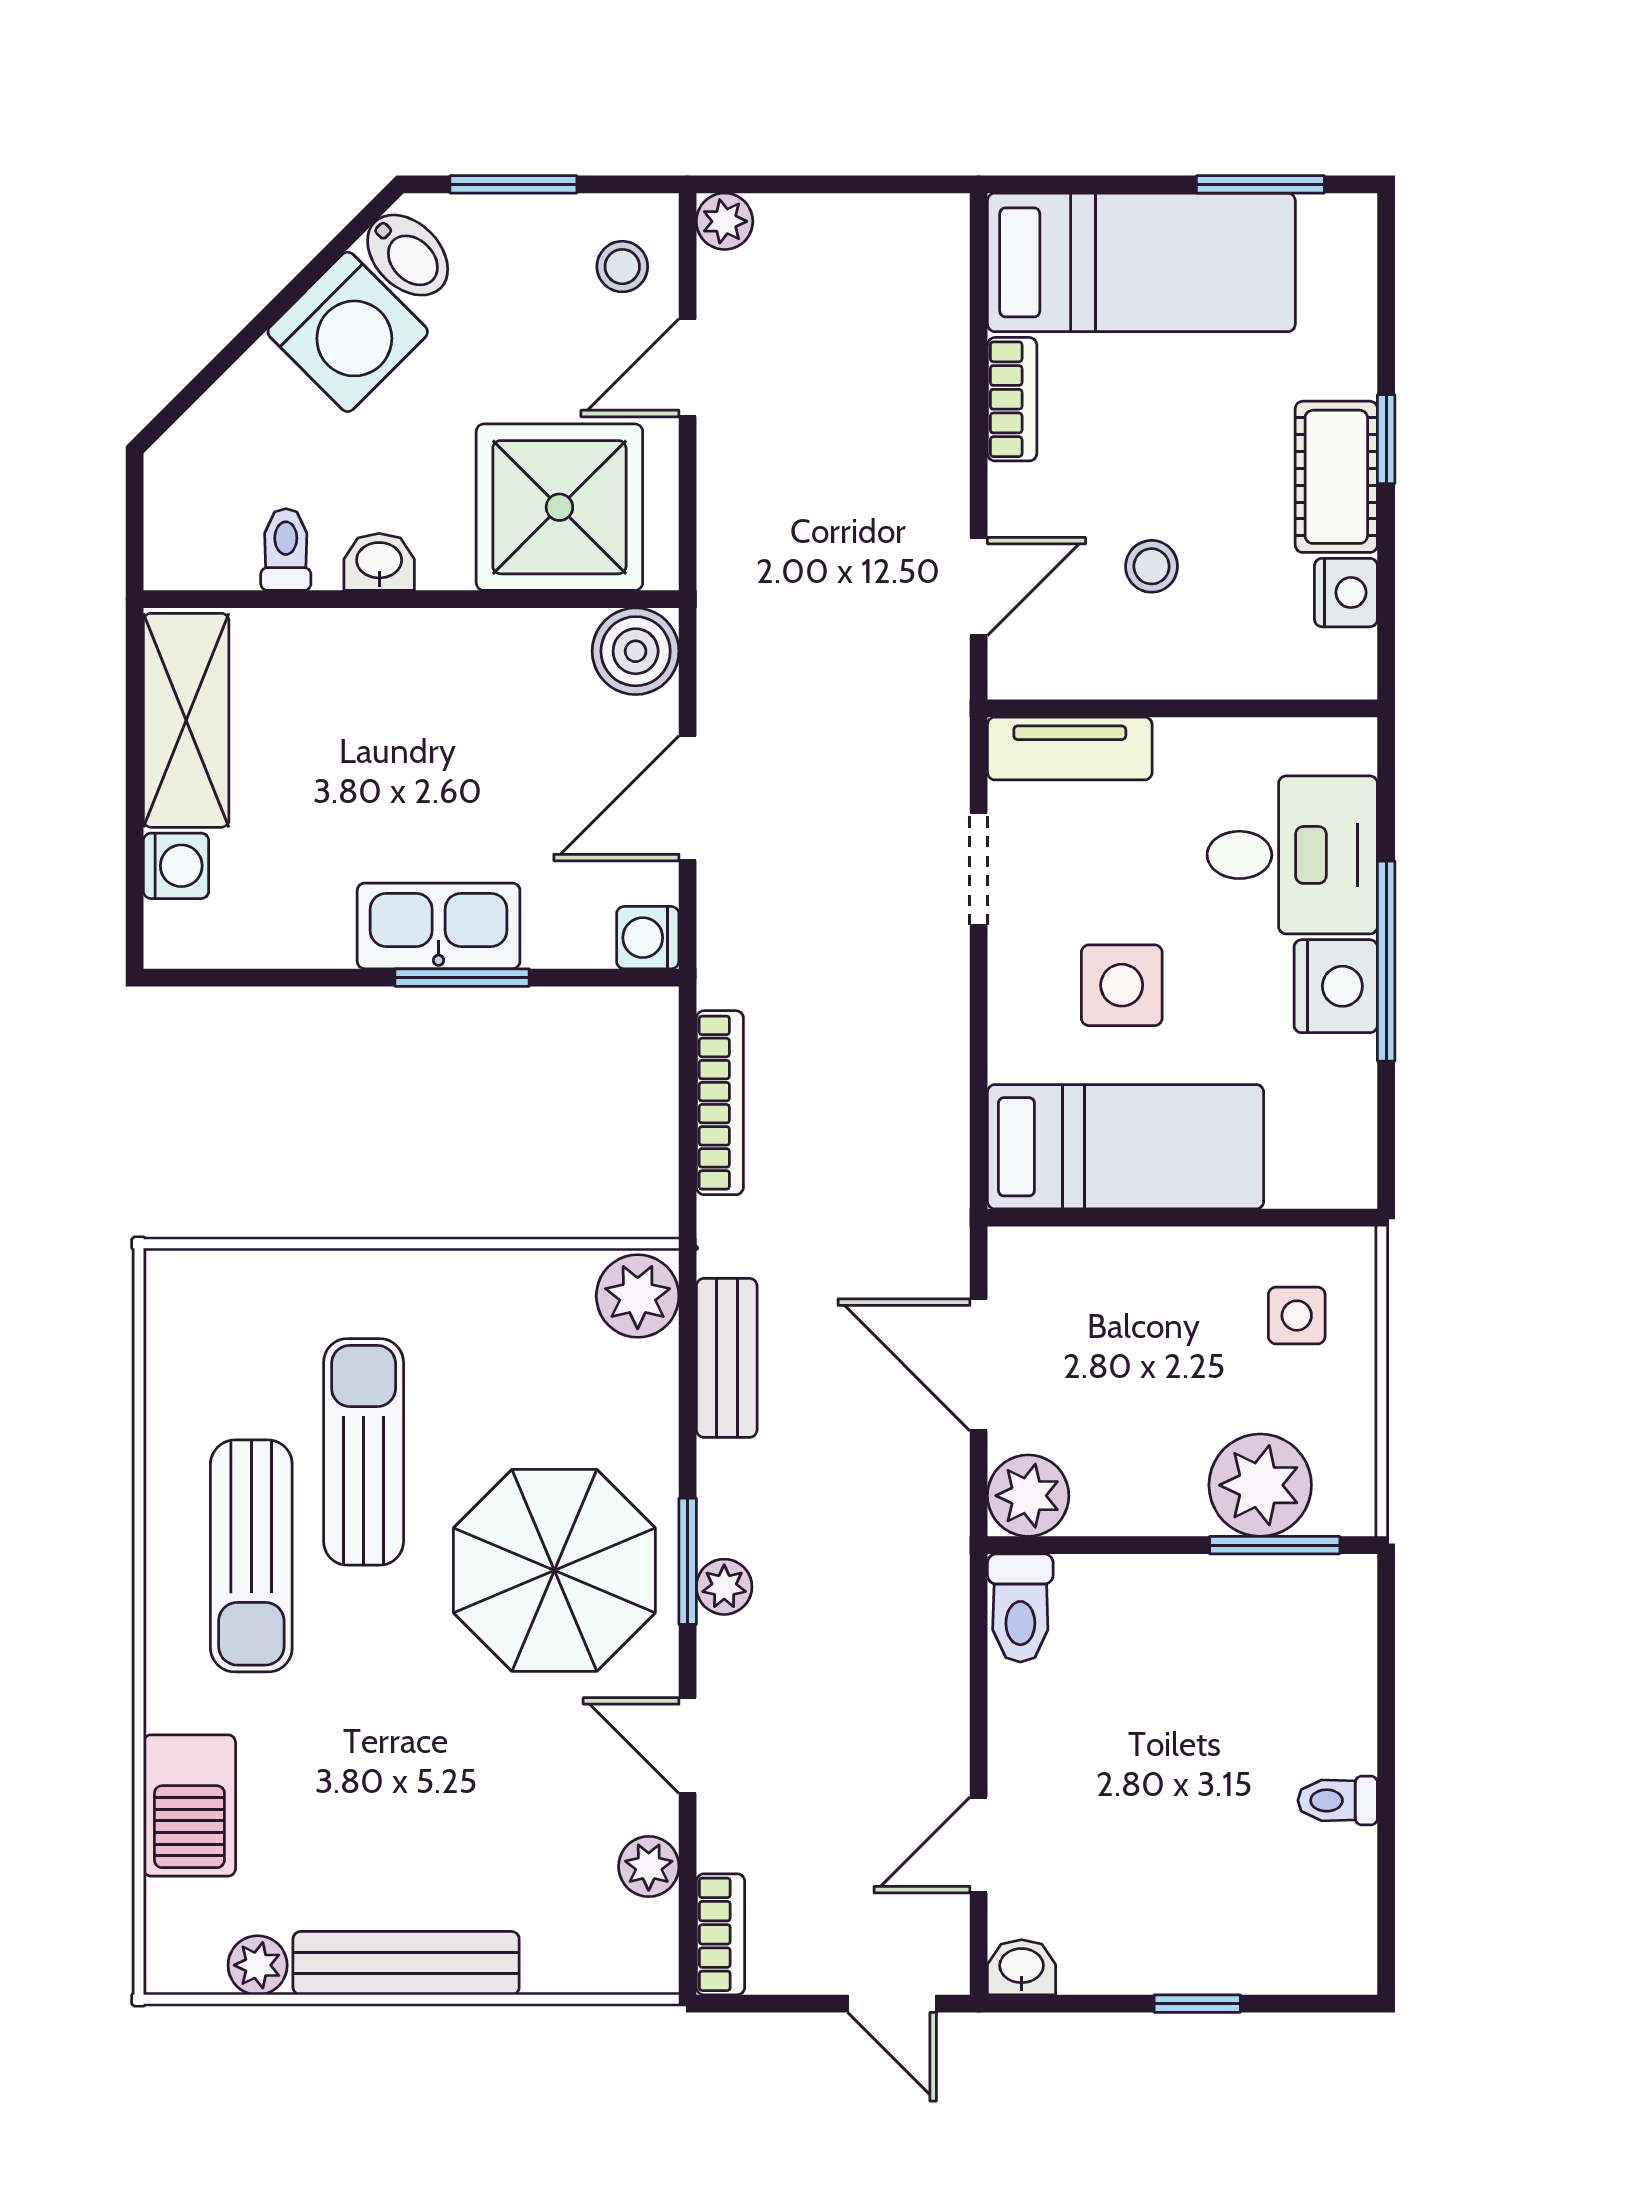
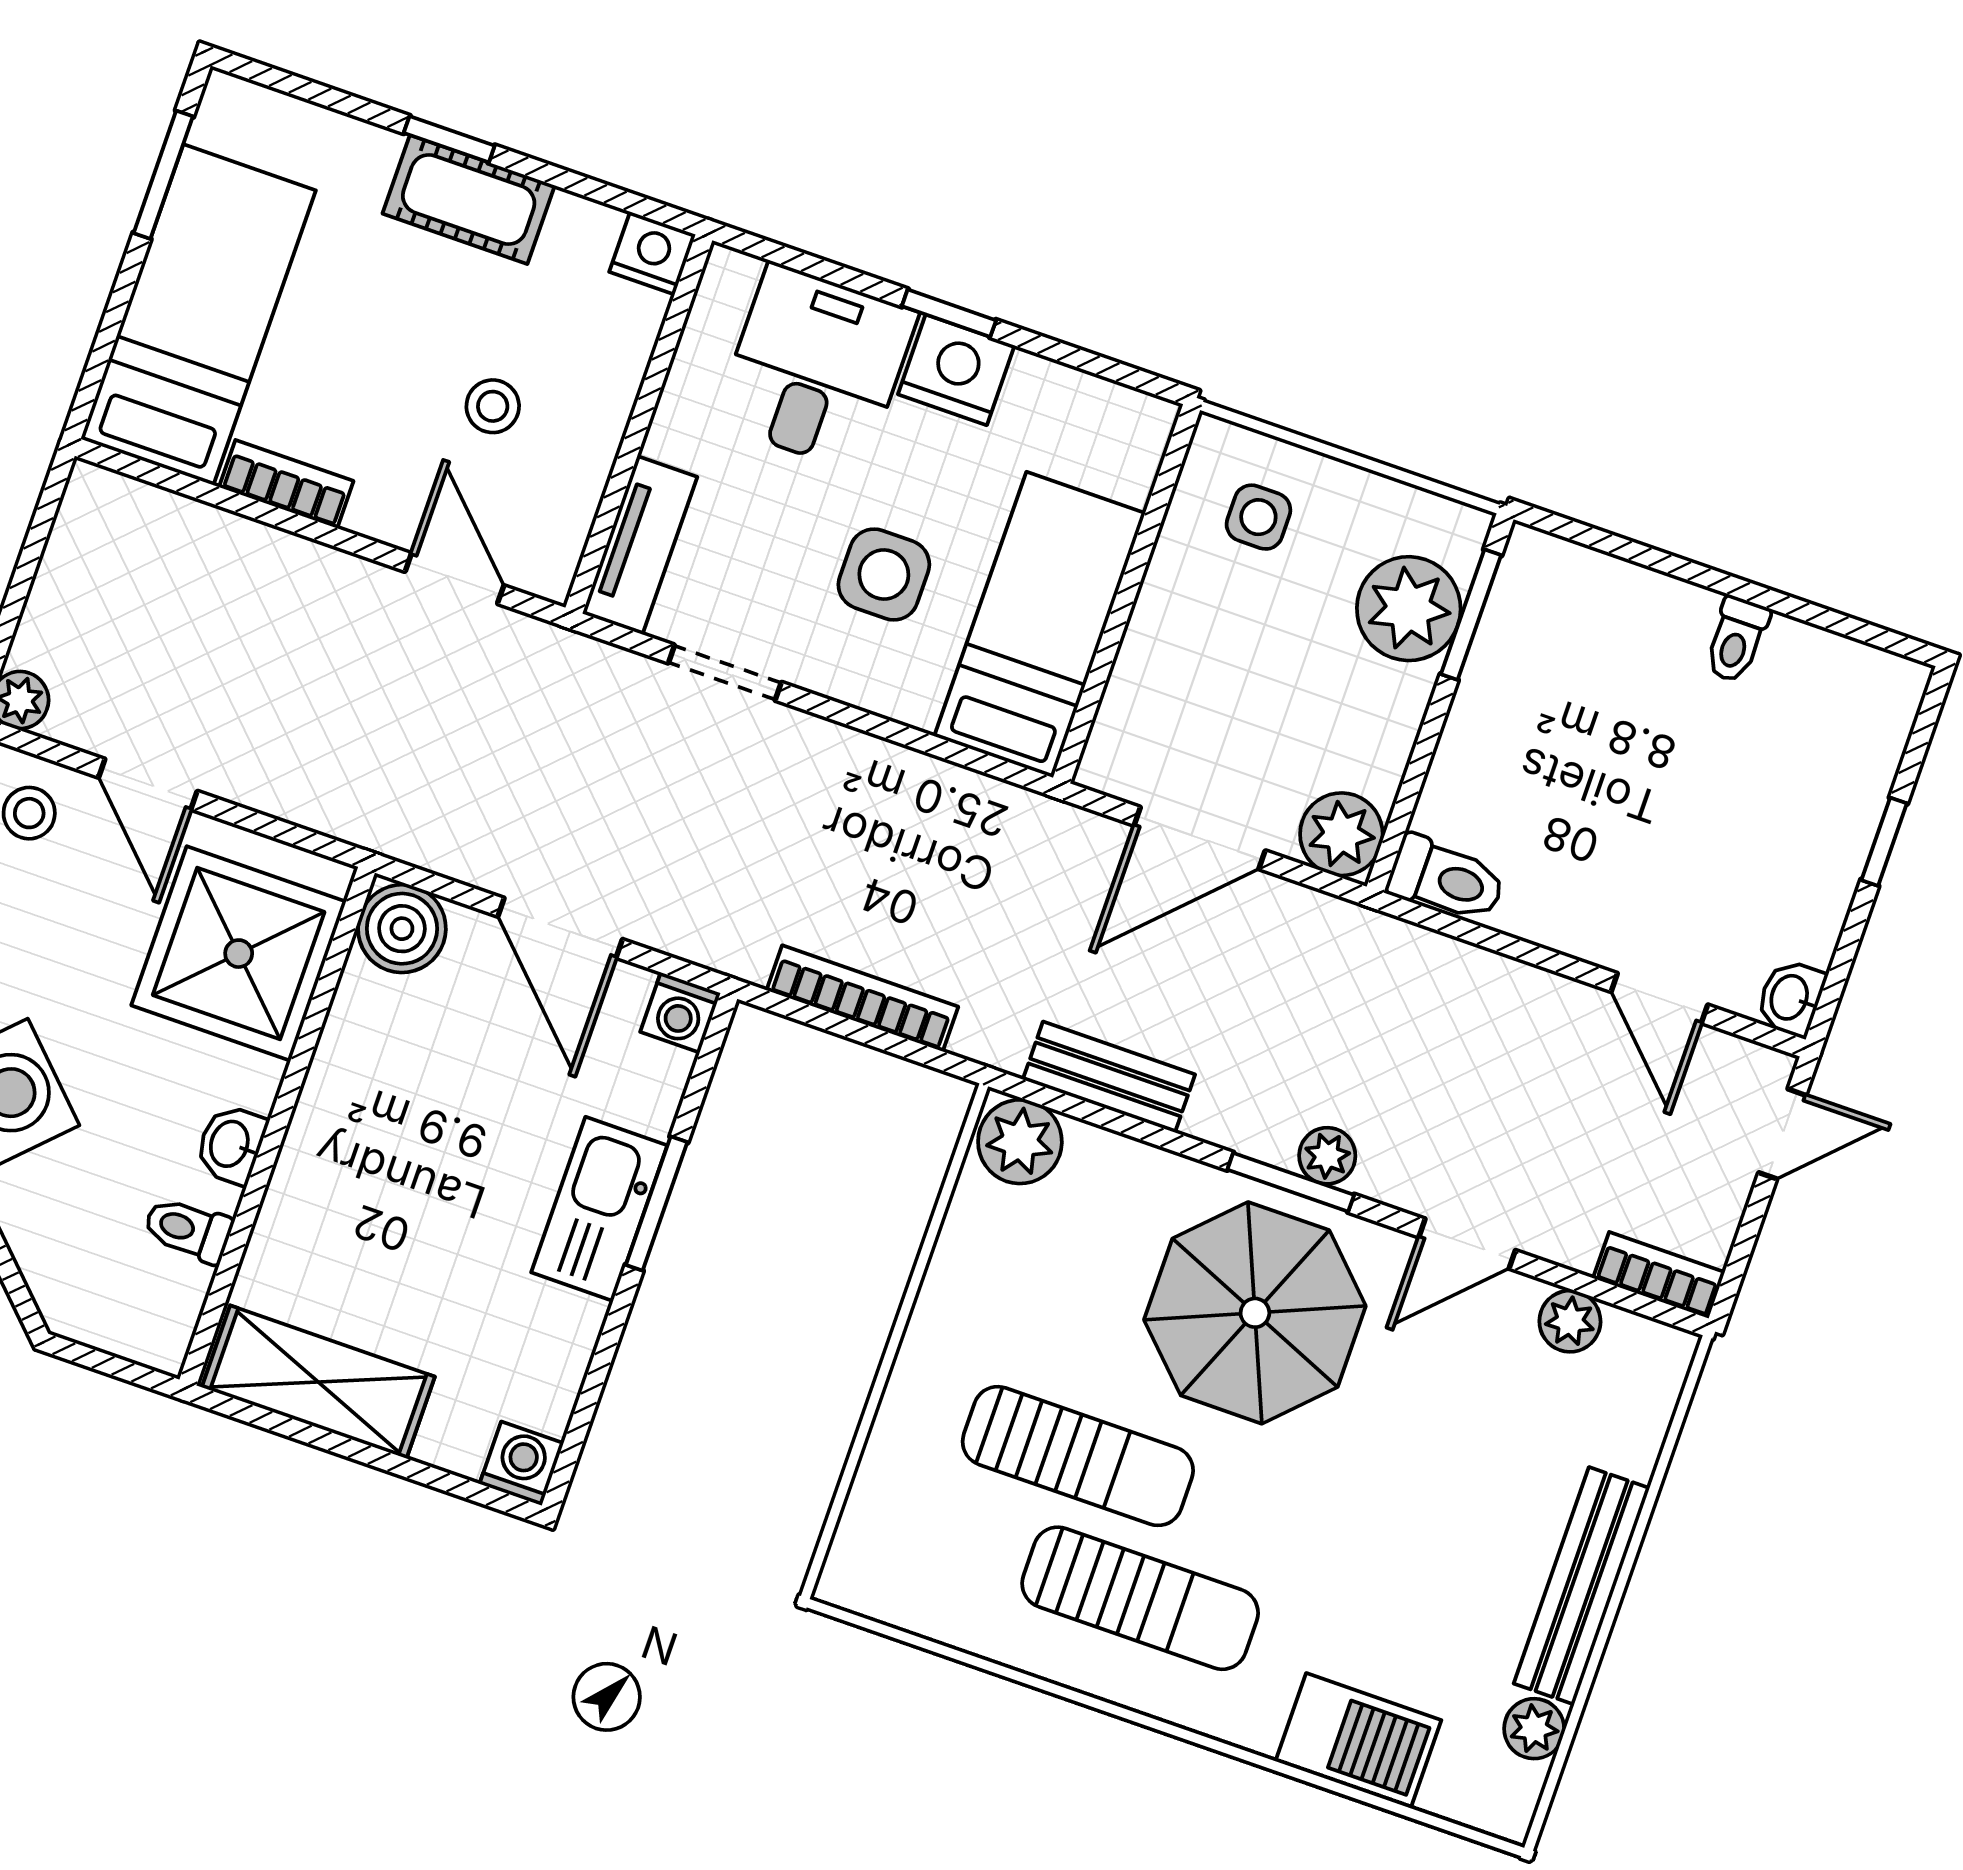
nightstand: (1346, 593) -> (652, 253), moved
washing machine: (176, 866) -> (522, 1464), moved
window: (1386, 961) -> (949, 313), width x0.46
sun lounger: (364, 1452) -> (1078, 1456), turned 180

